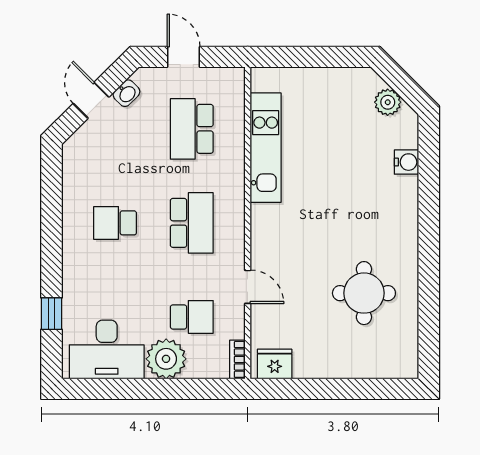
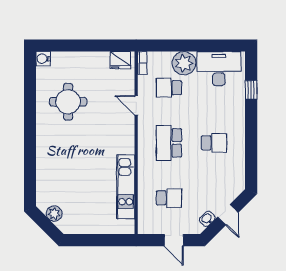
school desk: (192, 129) -> (169, 198), width x0.54
water cooler: (407, 162) -> (43, 59), moved

